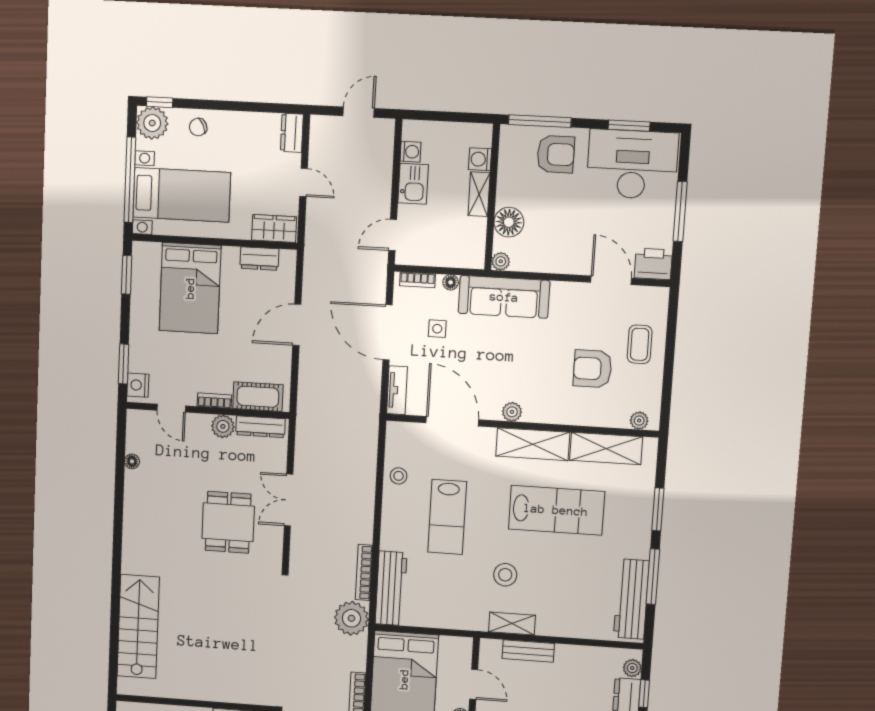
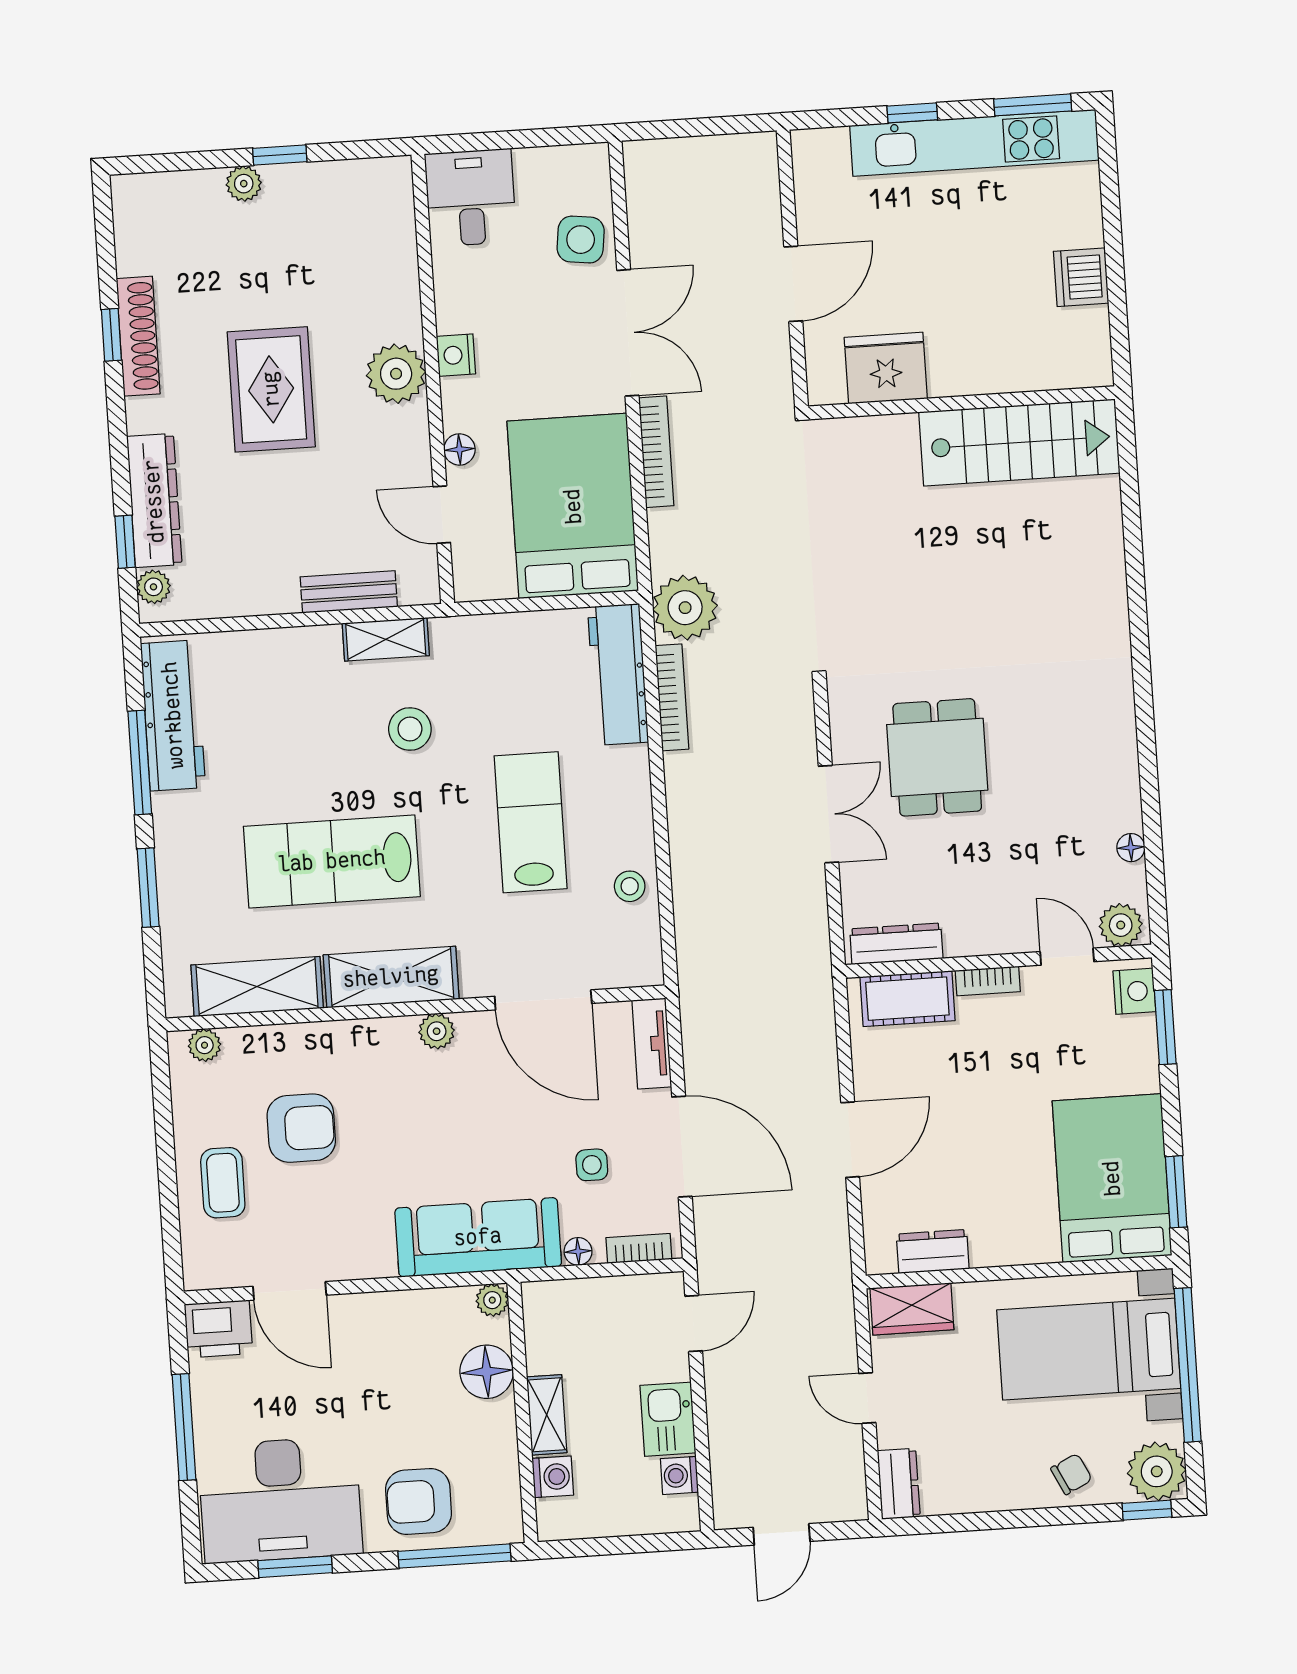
bed: (190, 288) -> (1112, 1178), moved
plant: (223, 426) -> (1121, 925), moved
stairs: (138, 627) -> (1019, 442), moved, turned -90

